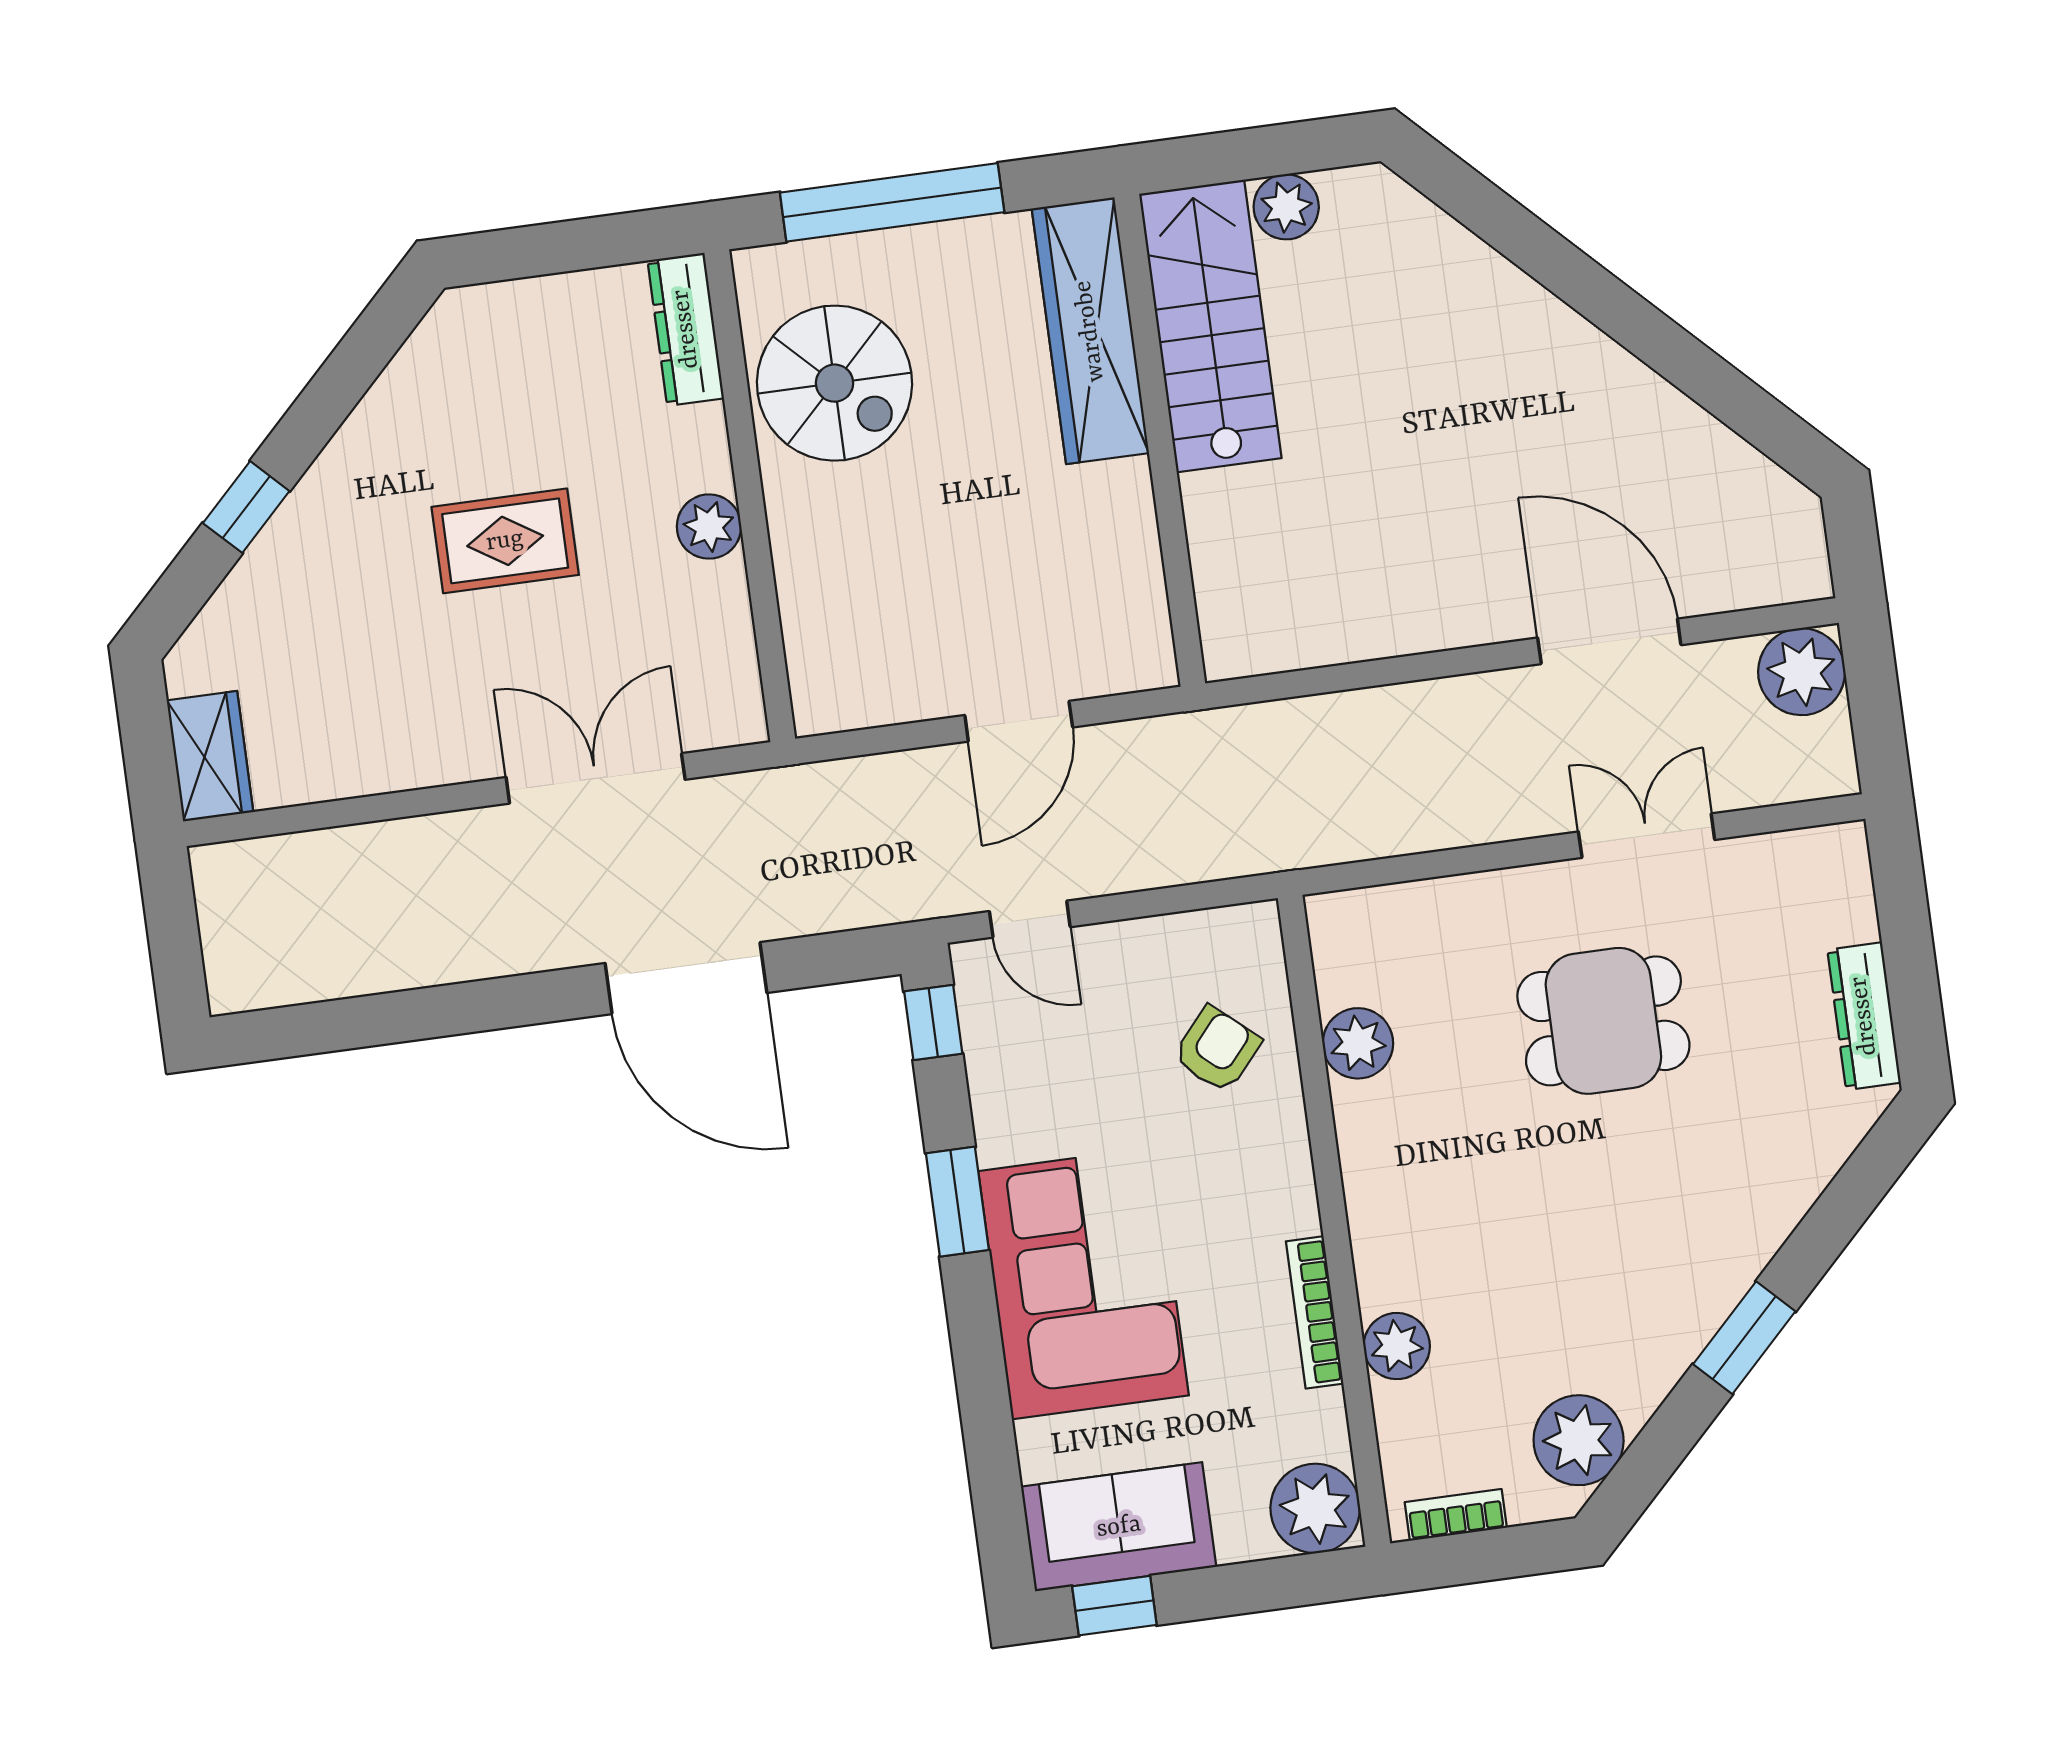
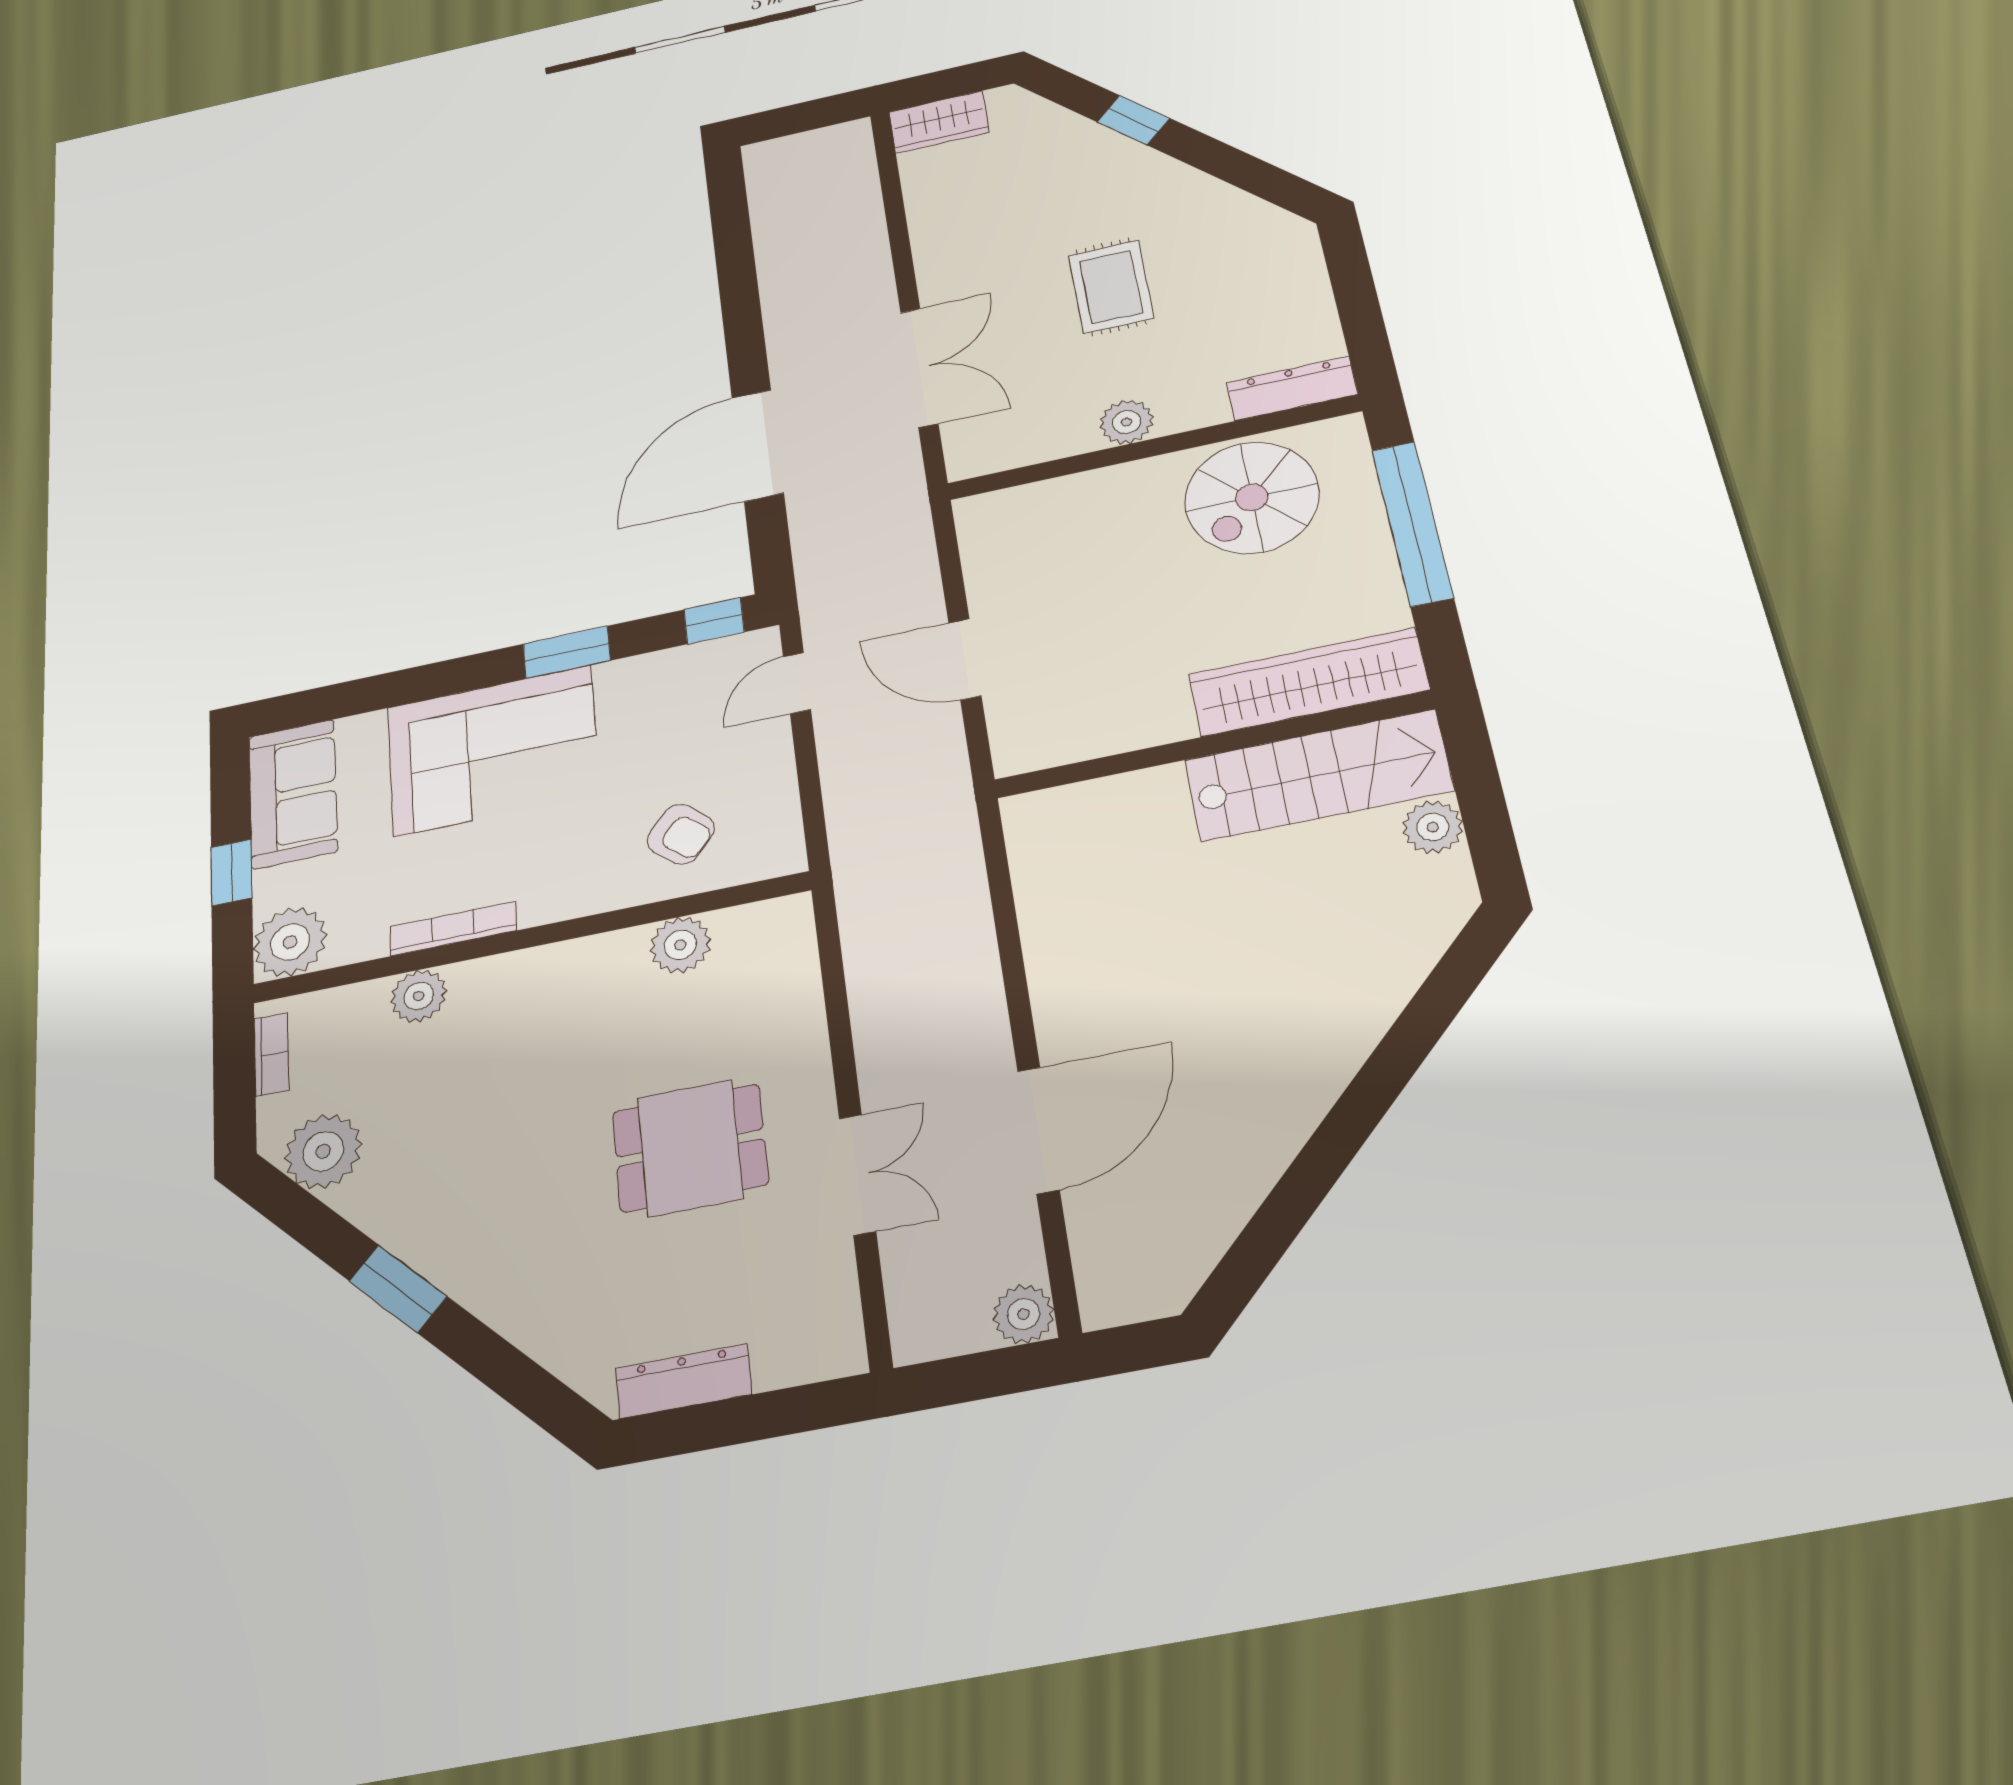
plant: (1802, 672) -> (1024, 1314), width x0.73, depth x0.73
dining table: (1603, 1021) -> (690, 1148), turned 90
window: (1114, 1606) -> (231, 872), moved

